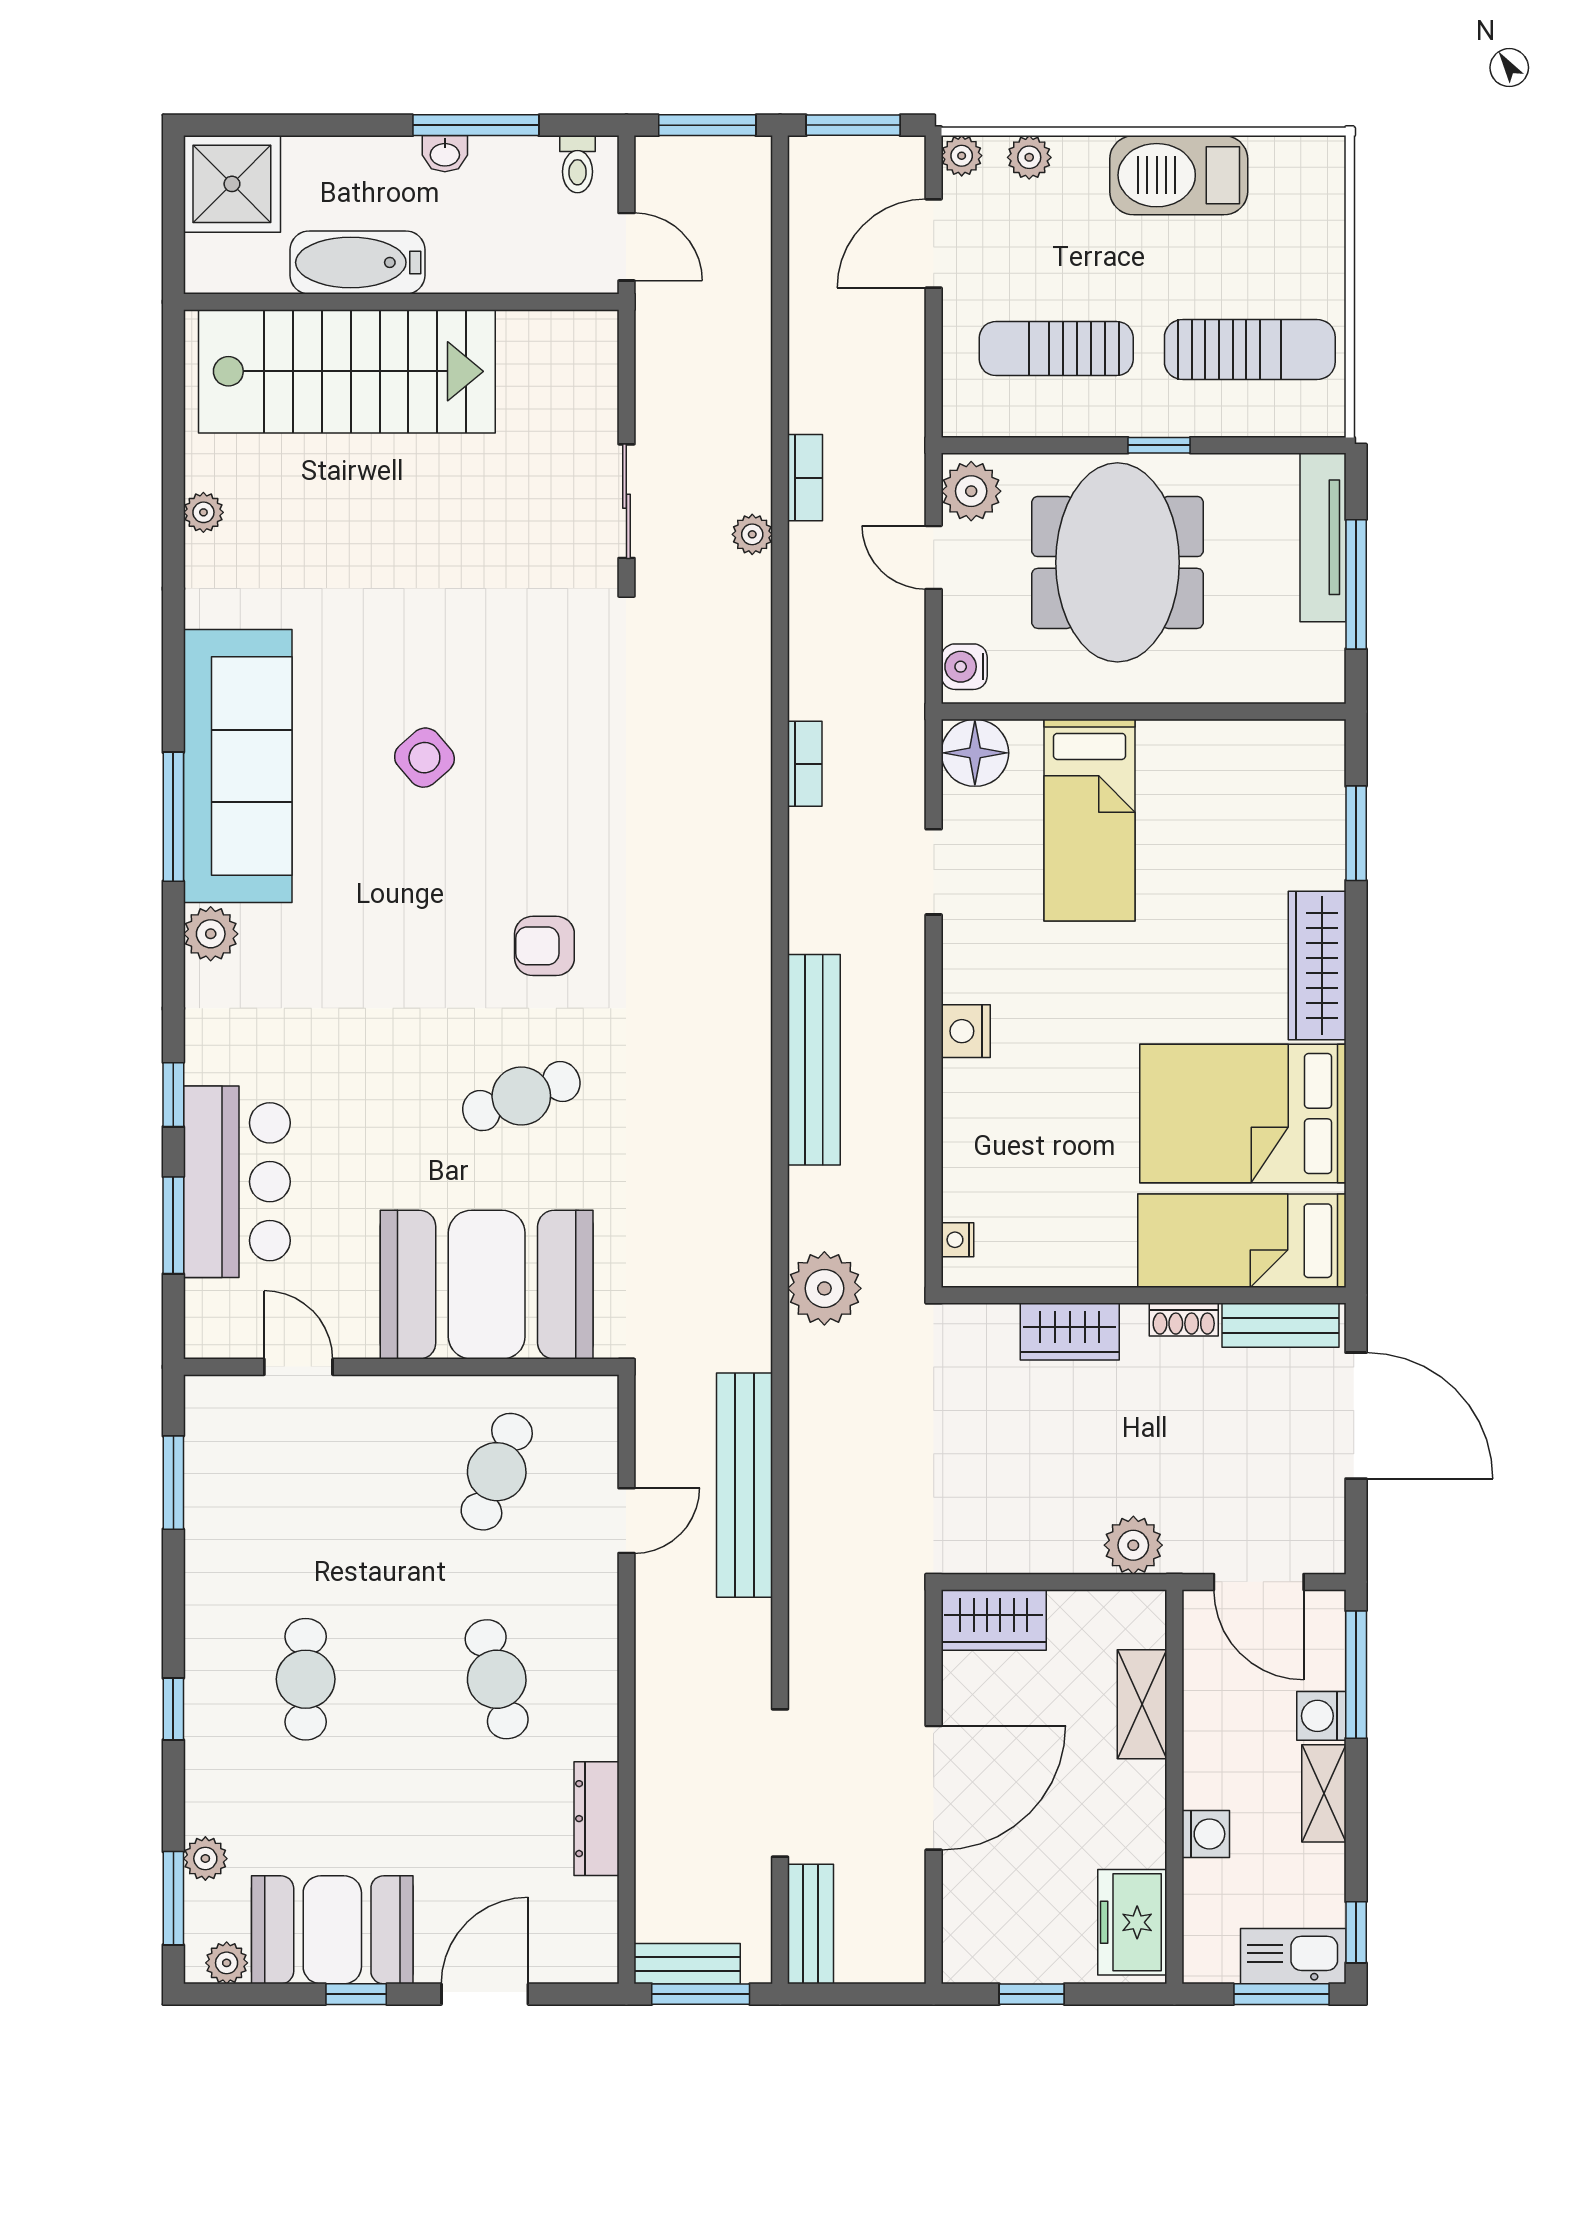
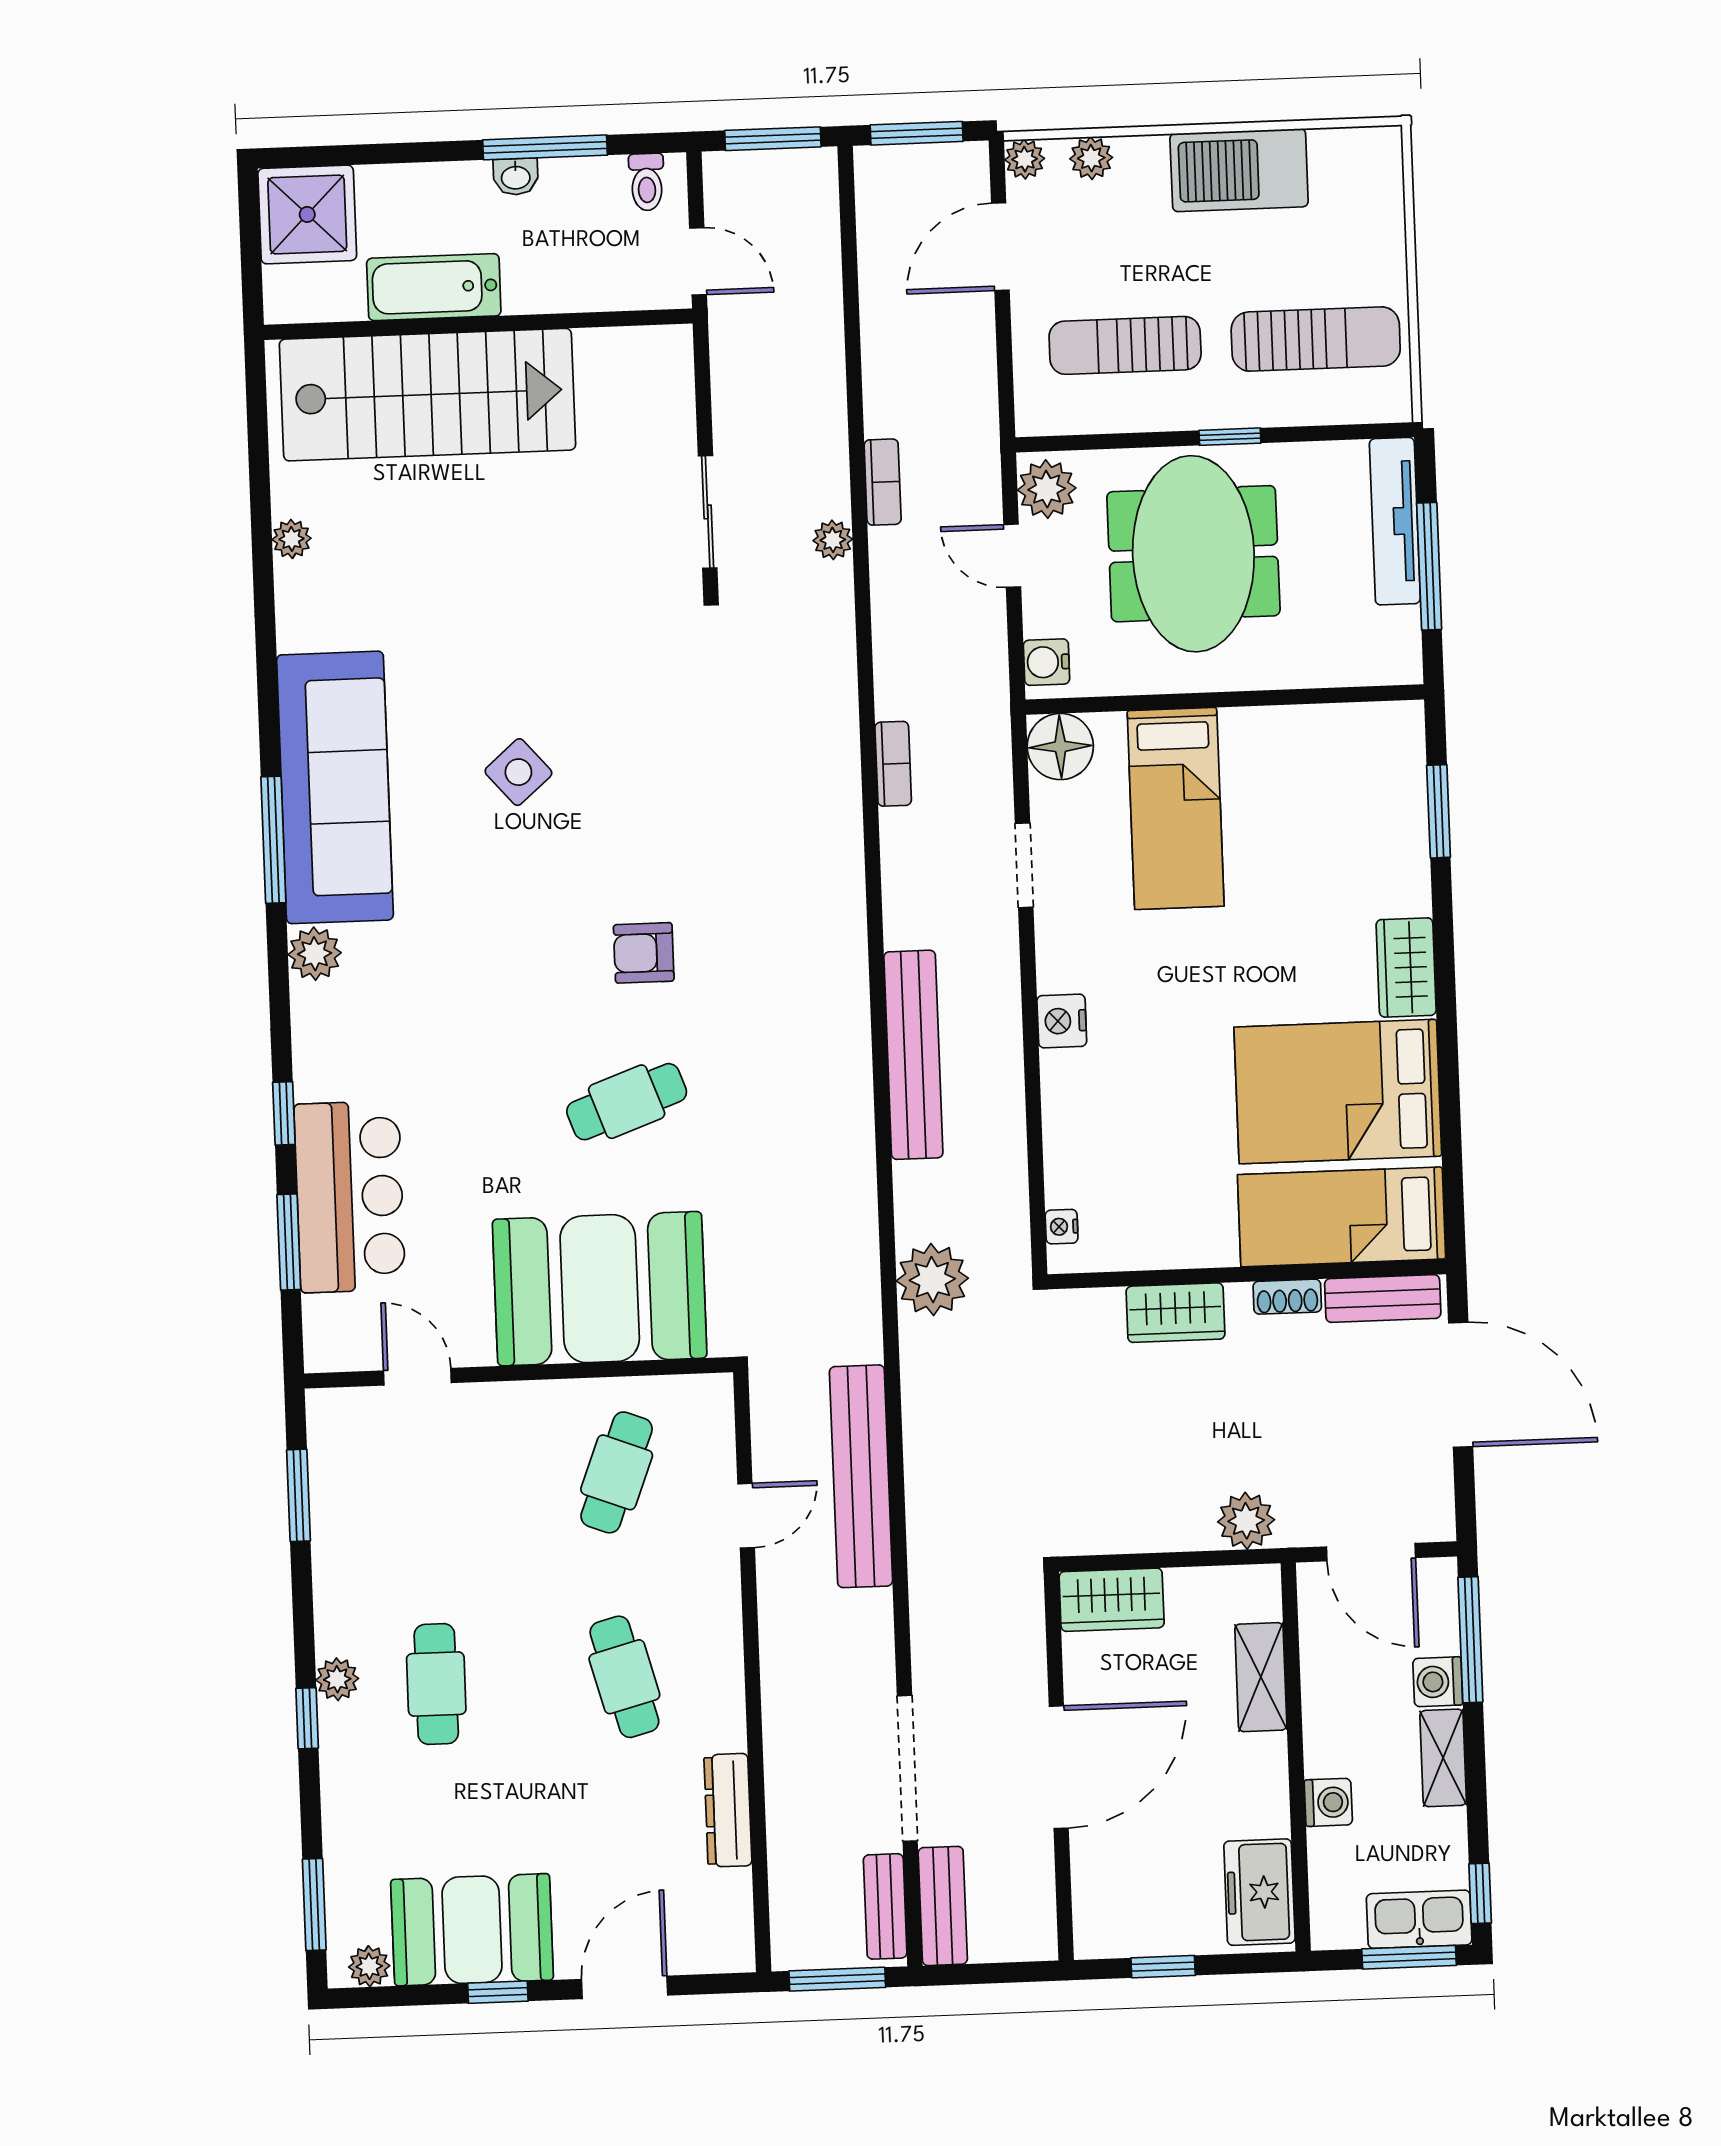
wardrobe: (1317, 966) -> (1406, 967), width x0.67
plant: (205, 1859) -> (337, 1679), moved
bench: (687, 1964) -> (885, 1906), moved, turned 90

